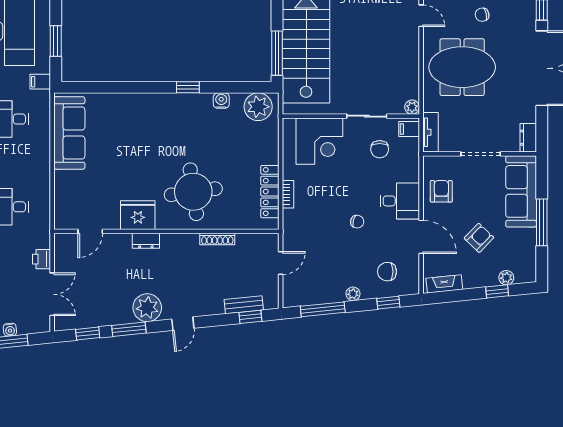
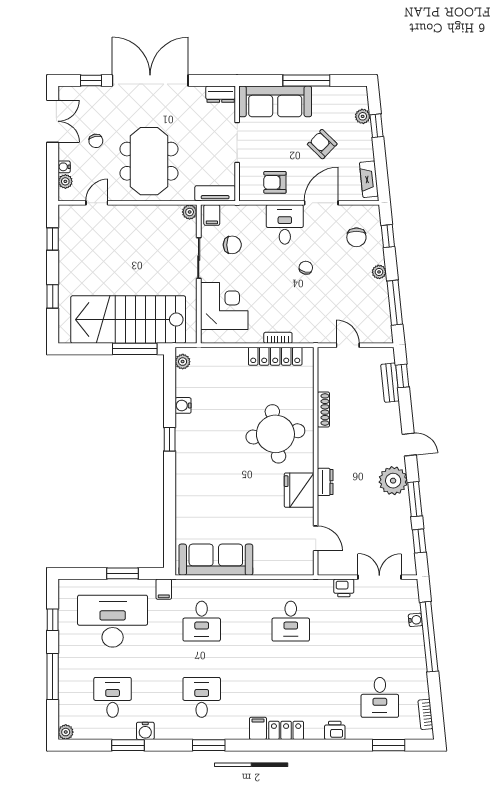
plant: (258, 107) -> (183, 362), width x0.53, depth x0.53

